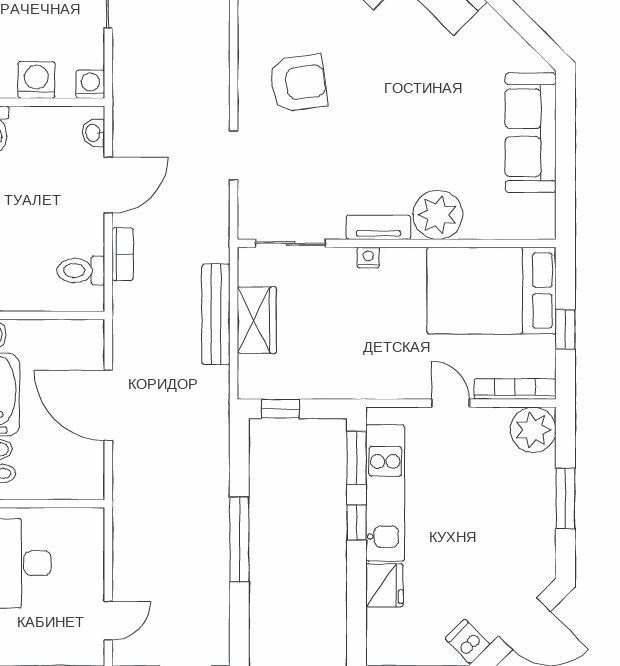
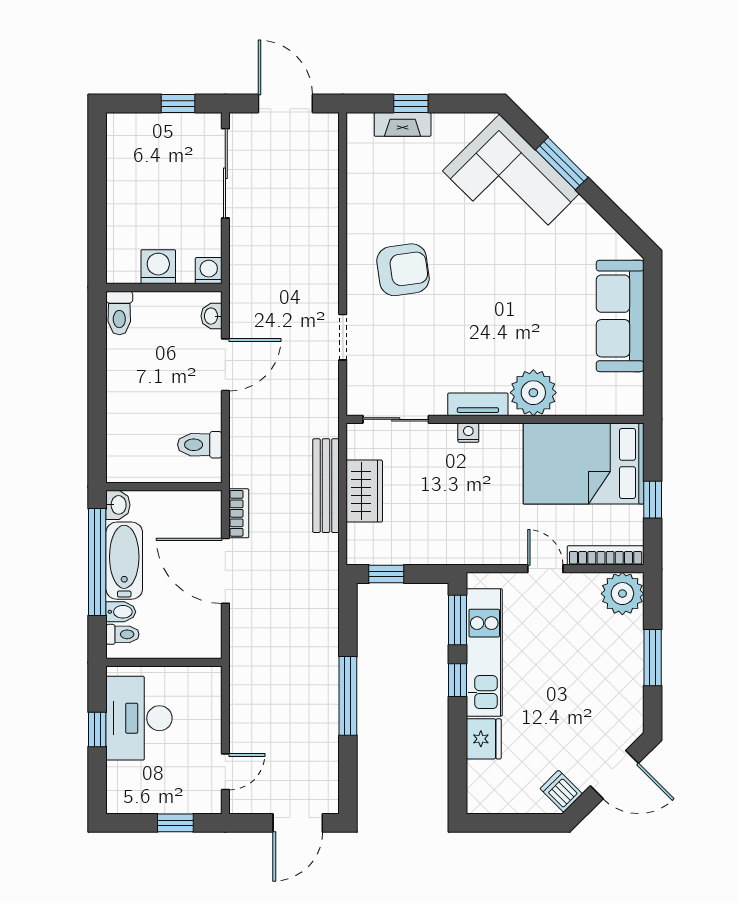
bookcase: (123, 254) -> (239, 513), moved

